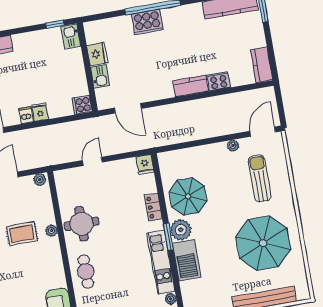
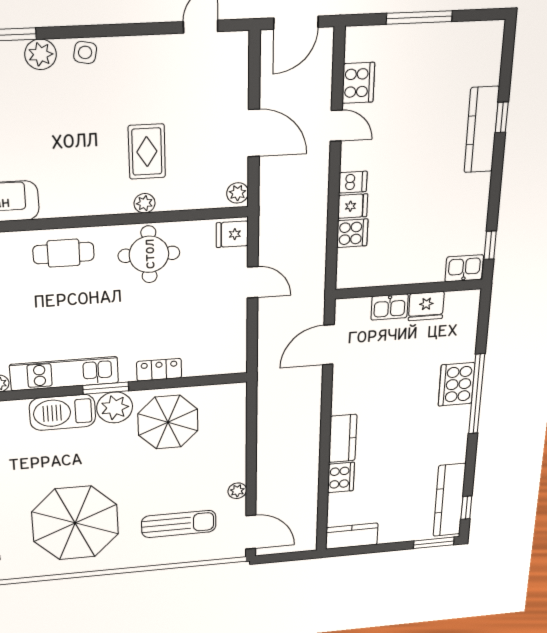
cooker: (82, 105) -> (352, 233), moved, turned 90
fridge: (145, 164) -> (232, 234), moved

